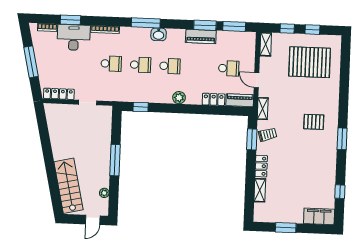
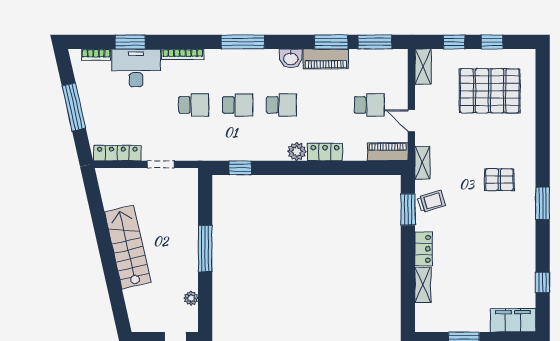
washbasin: (159, 34) -> (291, 58), moved
locker: (214, 99) -> (325, 152), moved
stairs: (69, 186) -> (128, 247), moved

